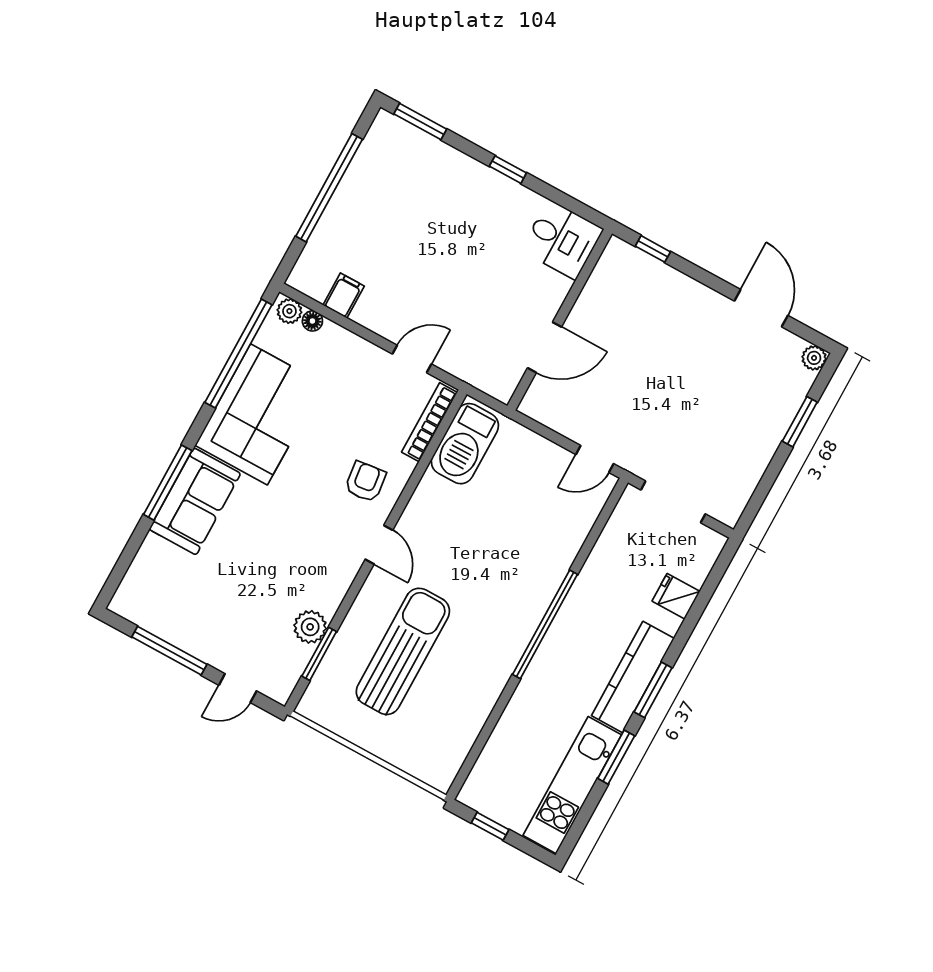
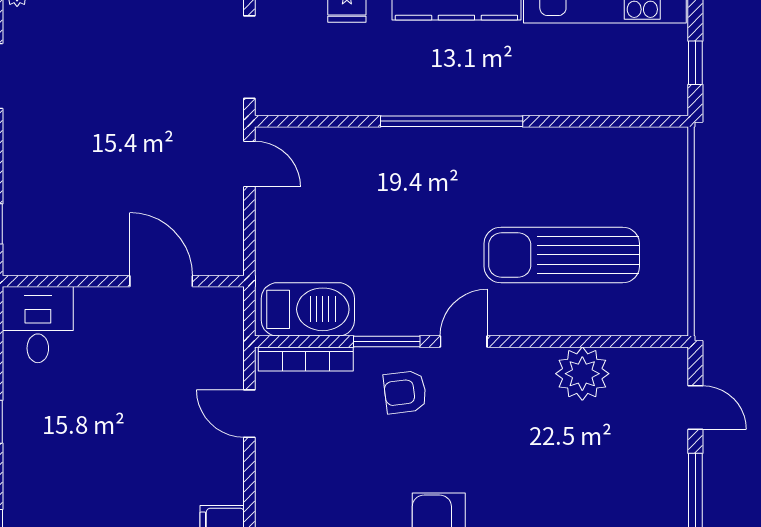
plant: (310, 627) -> (582, 374), width x1.36, depth x1.36
window: (319, 654) -> (387, 341), moved

